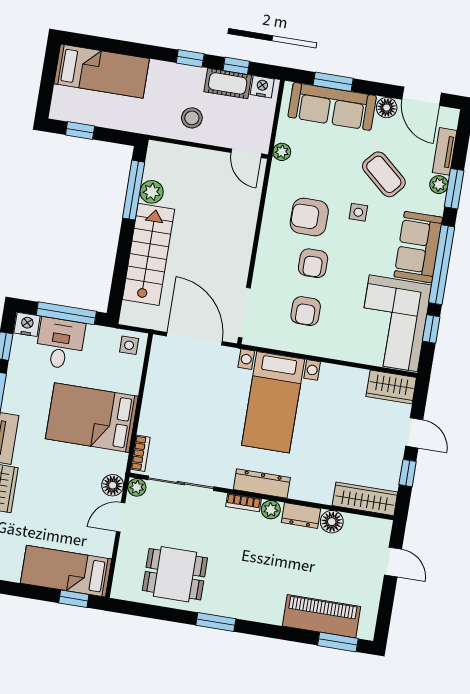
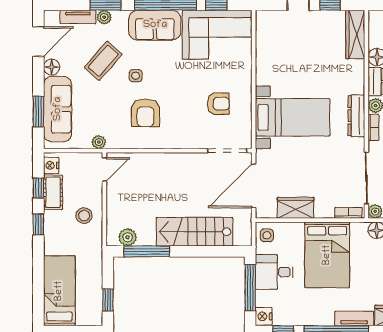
plant: (152, 192) -> (128, 237), moved
armchair: (313, 263) -> (180, 104), removed
desk: (60, 344) -> (274, 272), moved
wardrobe: (391, 387) -> (296, 208), moved, turned -90

